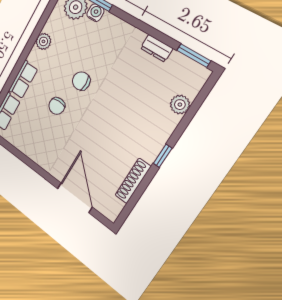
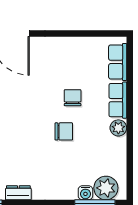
plant: (43, 41) -> (118, 128), moved

